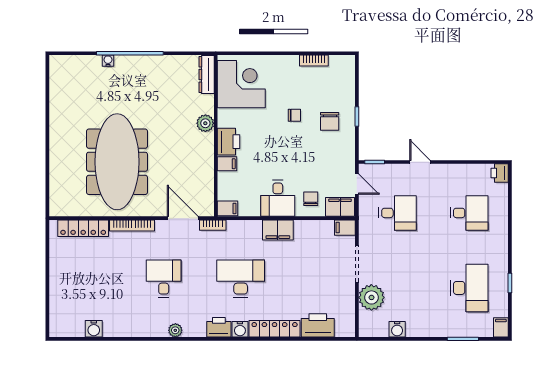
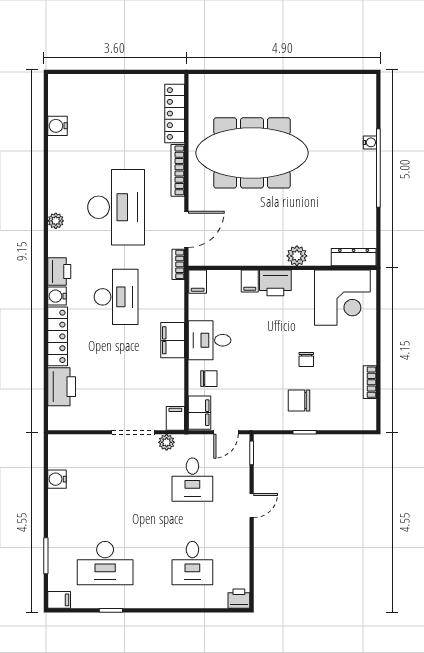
desk: (164, 278) -> (116, 207), width x1.87, depth x1.30
plant: (371, 297) -> (167, 442), moved, width x0.53, depth x0.53

